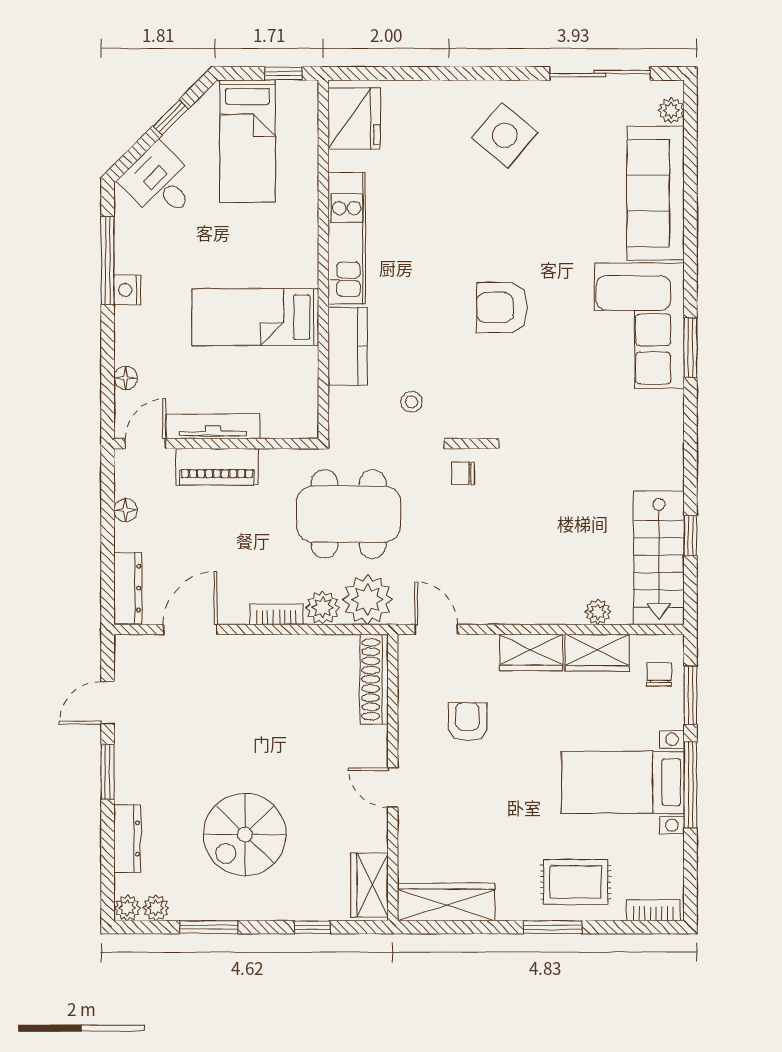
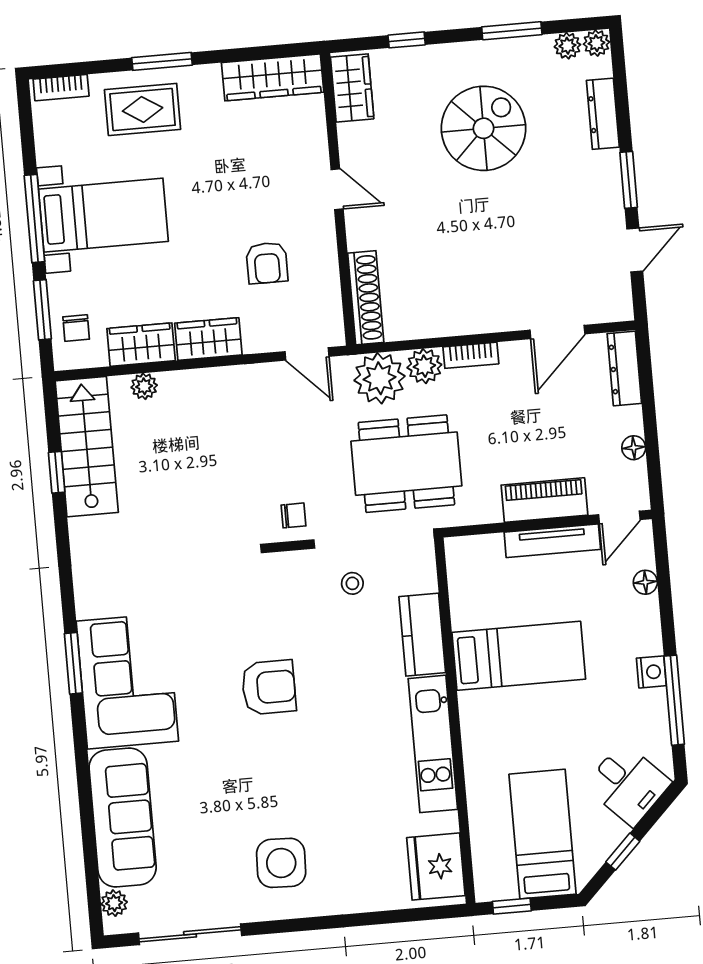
side table: (505, 135) -> (281, 863), turned -38

